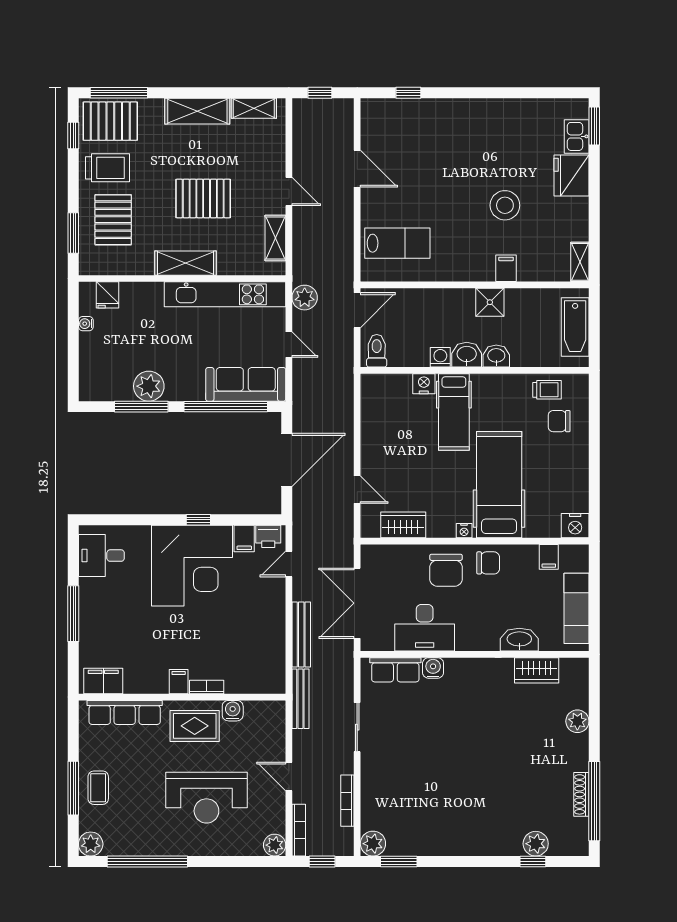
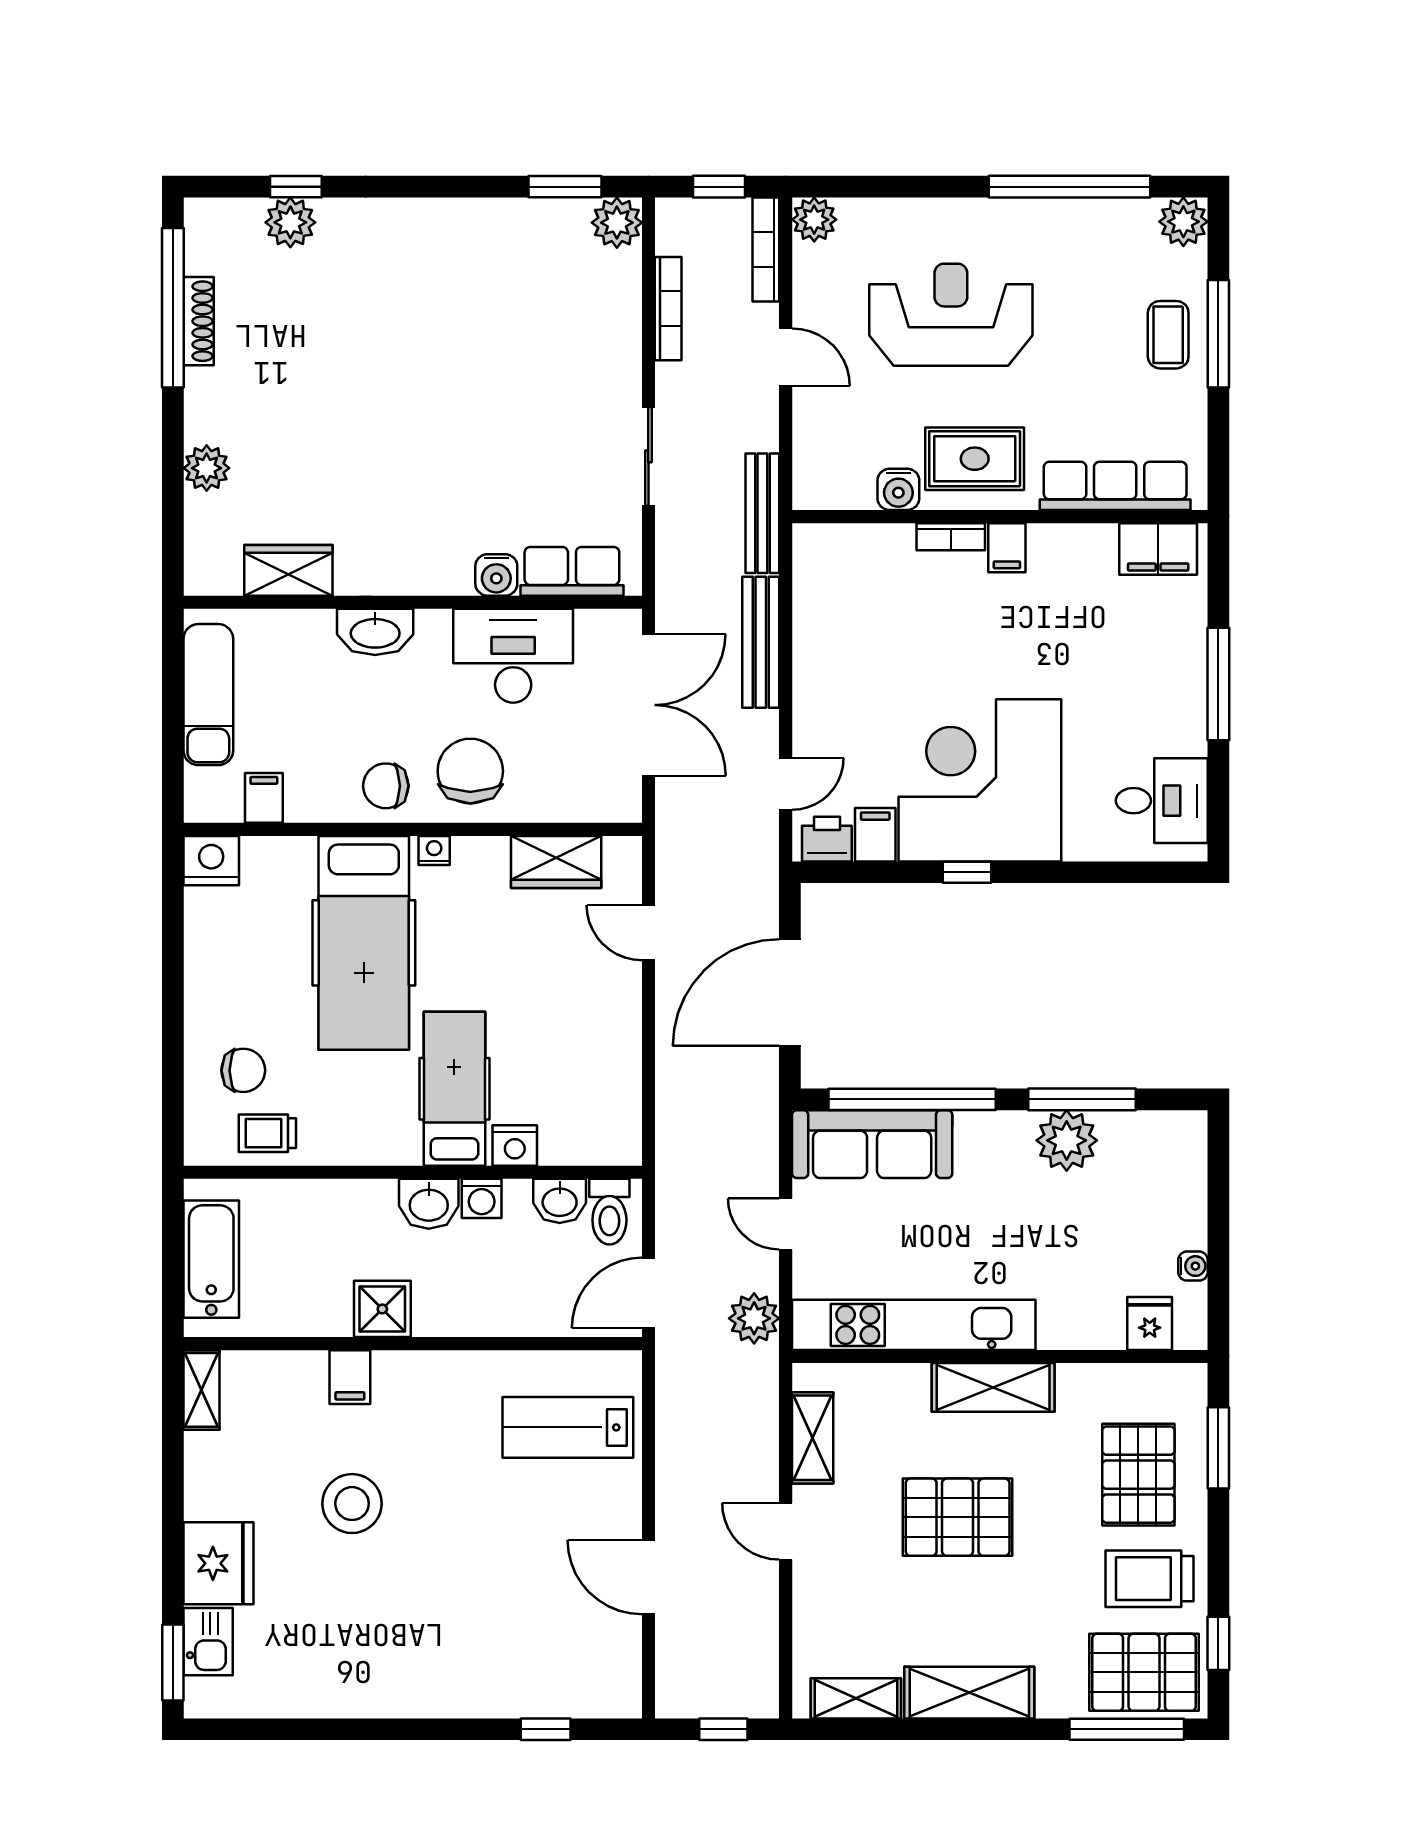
washbasin: (496, 356) -> (560, 1201), moved
washbasin: (519, 640) -> (375, 632), moved

